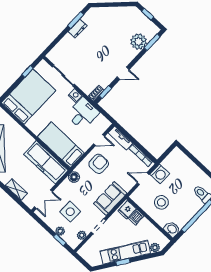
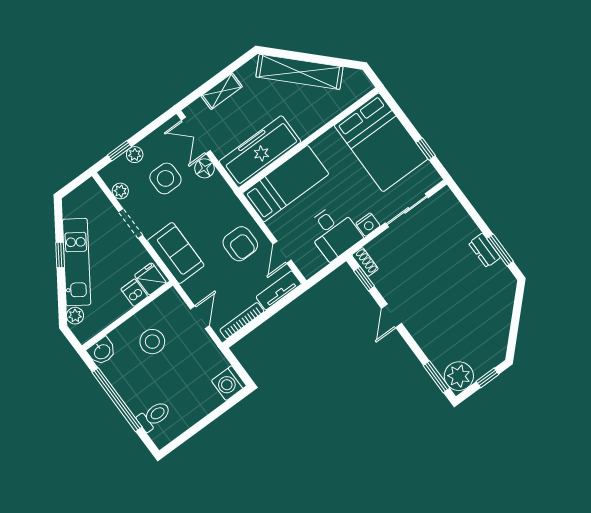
plant: (139, 41) -> (459, 376), moved
washing machine: (160, 174) -> (229, 383), moved
floor lamp: (74, 177) -> (204, 168), moved

